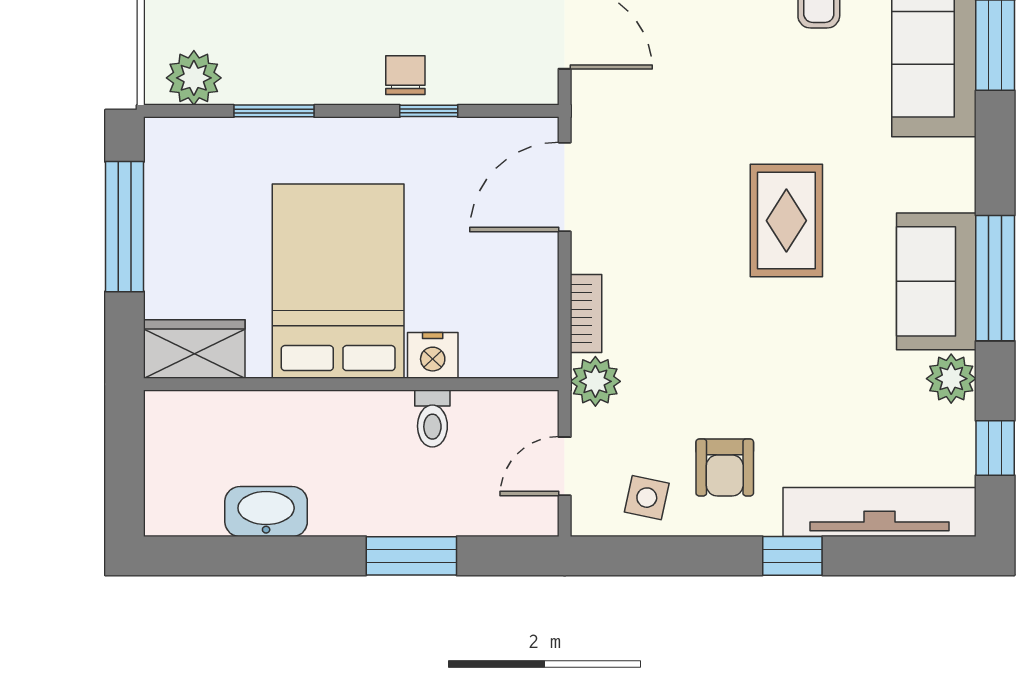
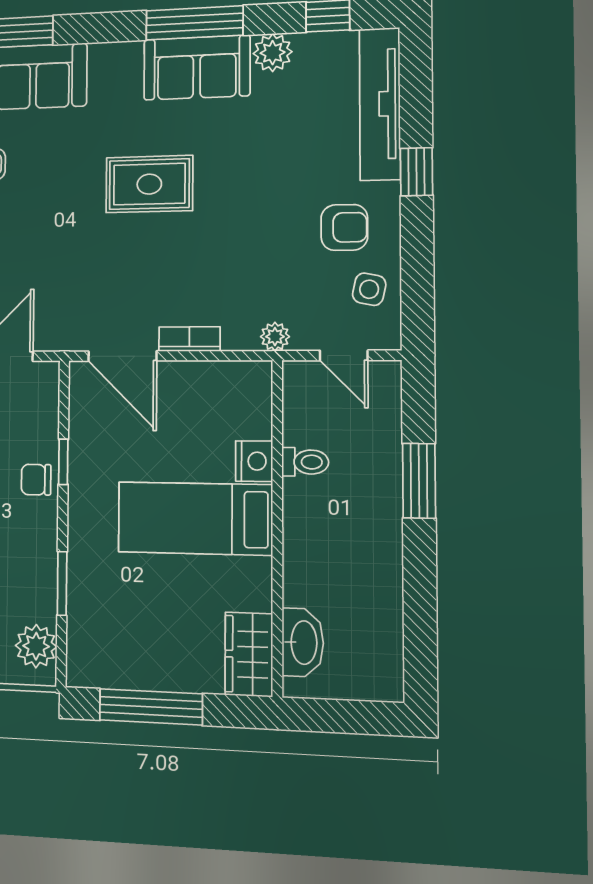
bed: (338, 281) -> (195, 518), width x0.67
bookcase: (586, 313) -> (189, 339), moved
plant: (595, 381) -> (275, 337), width x0.73, depth x0.73
washbasin: (266, 512) -> (303, 642), moved, turned 180

